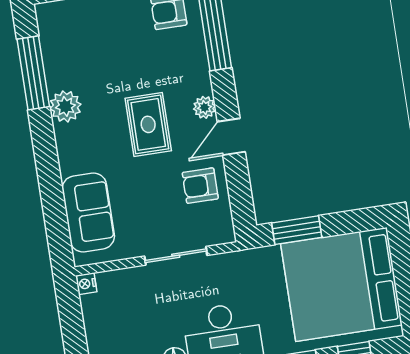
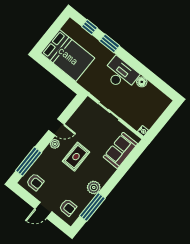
armchair: (200, 186) -> (68, 207), moved
window: (297, 230) -> (67, 80), removed
bed: (341, 284) -> (68, 56), width x0.73

